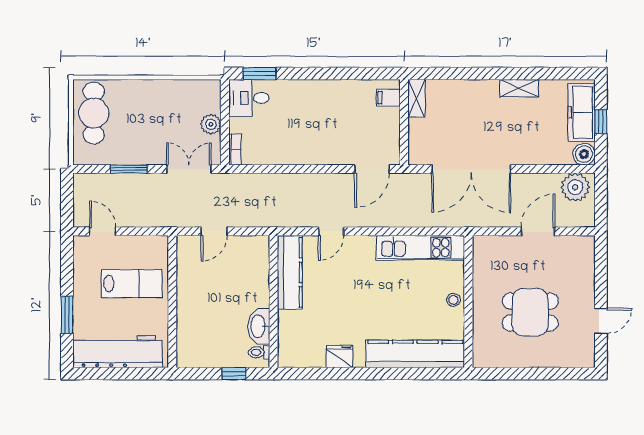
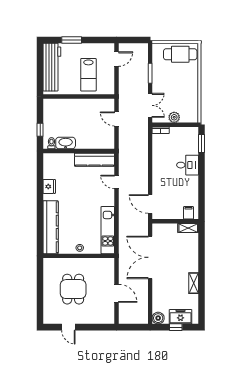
desk: (249, 98) -> (188, 165), moved, turned 90
freezer: (582, 113) -> (181, 317), width x0.71
plant: (575, 187) -> (140, 313), removed

